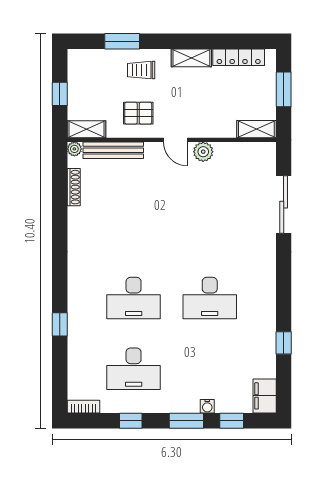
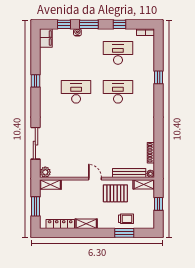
trolley: (141, 70) -> (126, 219), moved
pallet: (138, 113) -> (115, 193), width x1.50, depth x1.42
plant: (203, 152) -> (45, 172), moved
window: (284, 343) -> (35, 81), moved

